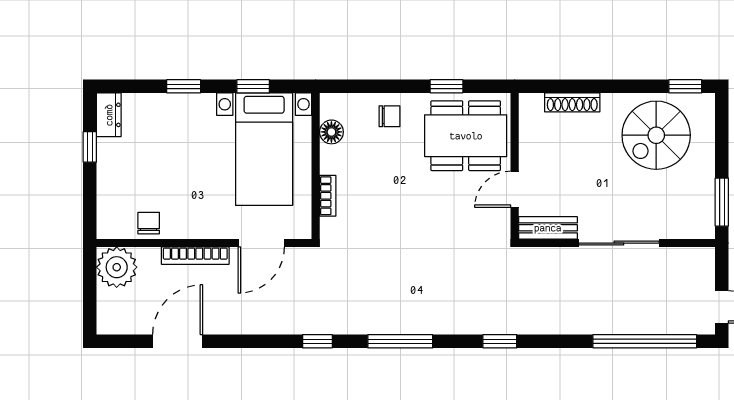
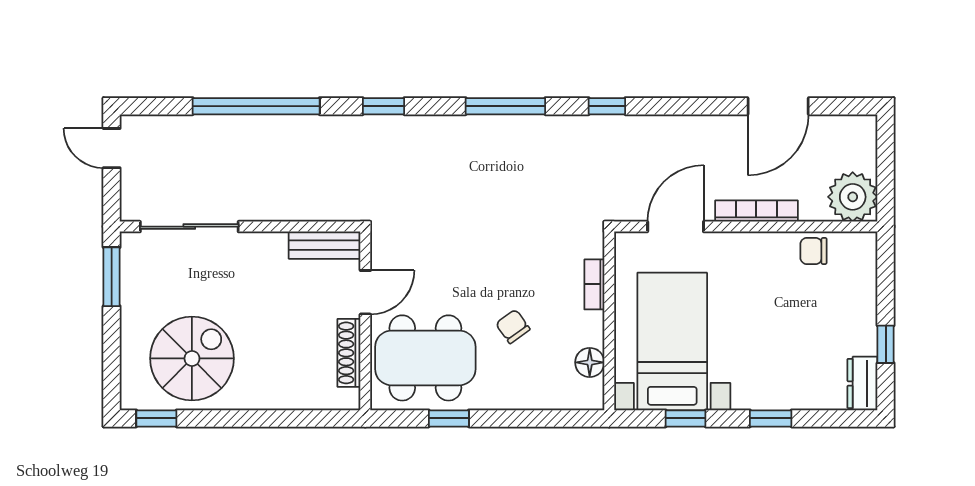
shoe rack: (572, 102) -> (349, 353), moved, turned -90
chair: (389, 116) -> (513, 326), moved, turned 54
chair: (149, 223) -> (814, 251), turned 90
sliding door: (619, 243) -> (189, 227), moved
window: (645, 341) -> (256, 106), moved

